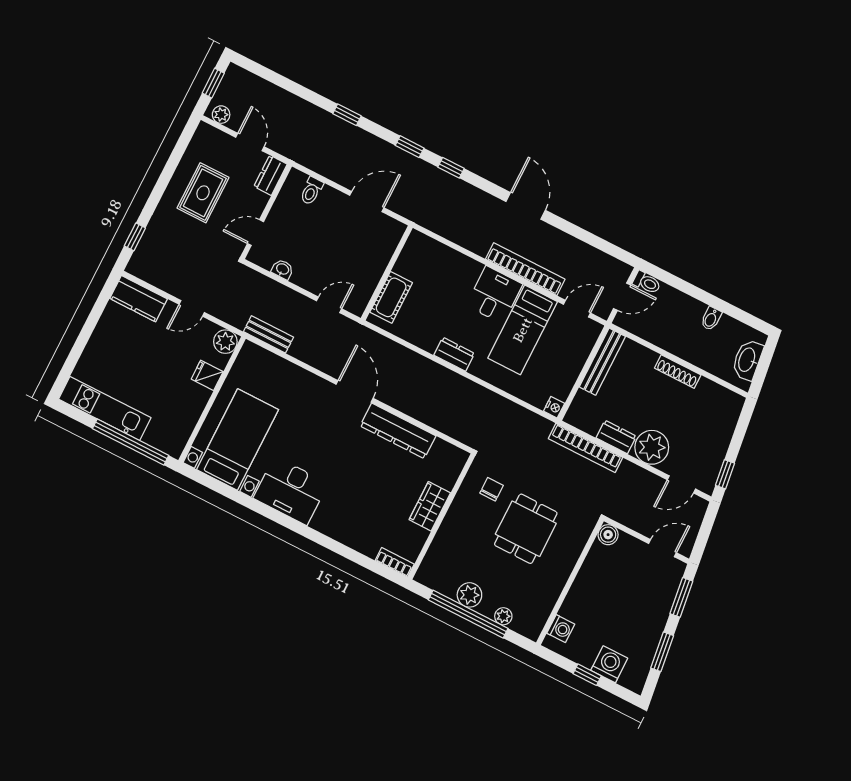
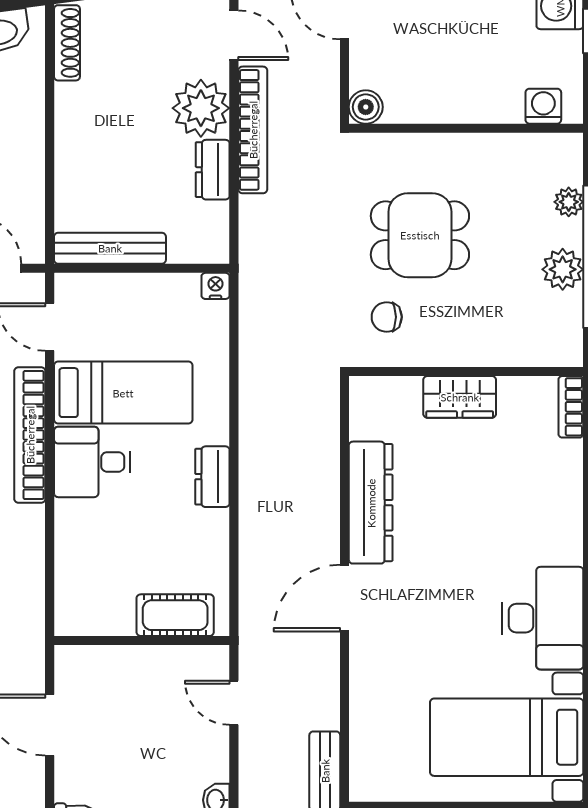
shoe rack: (678, 371) -> (67, 43), moved
bookcase: (586, 448) -> (253, 130), moved

